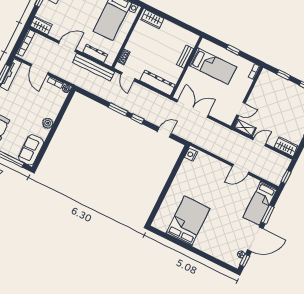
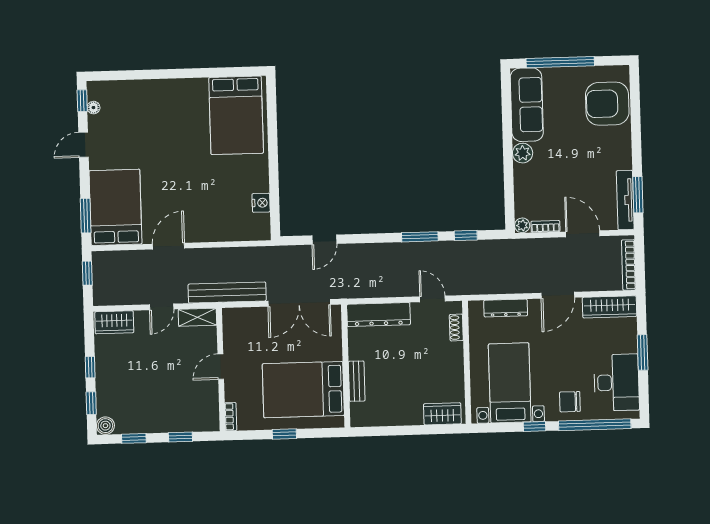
wardrobe: (41, 25) -> (610, 307), width x1.50
bed: (213, 66) -> (303, 390), width x1.50
bench: (94, 67) -> (227, 293), moved
door: (241, 109) -> (221, 367), moved
window: (137, 119) -> (466, 235), moved
sofa: (31, 150) -> (527, 105), width x1.36
nightstand: (191, 155) -> (261, 203), moved
bed: (260, 203) -> (115, 207), width x1.50
window: (267, 215) -> (86, 216), moved
bed: (188, 221) -> (236, 115), moved
door: (255, 239) -> (83, 145), width x0.53

